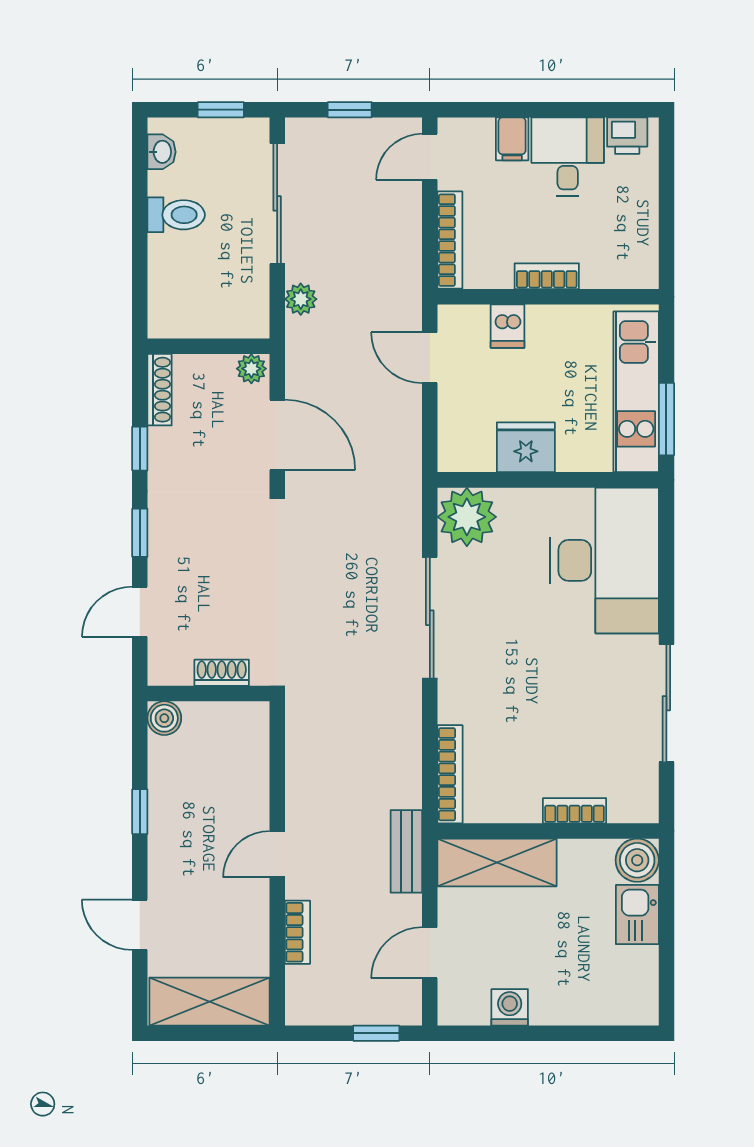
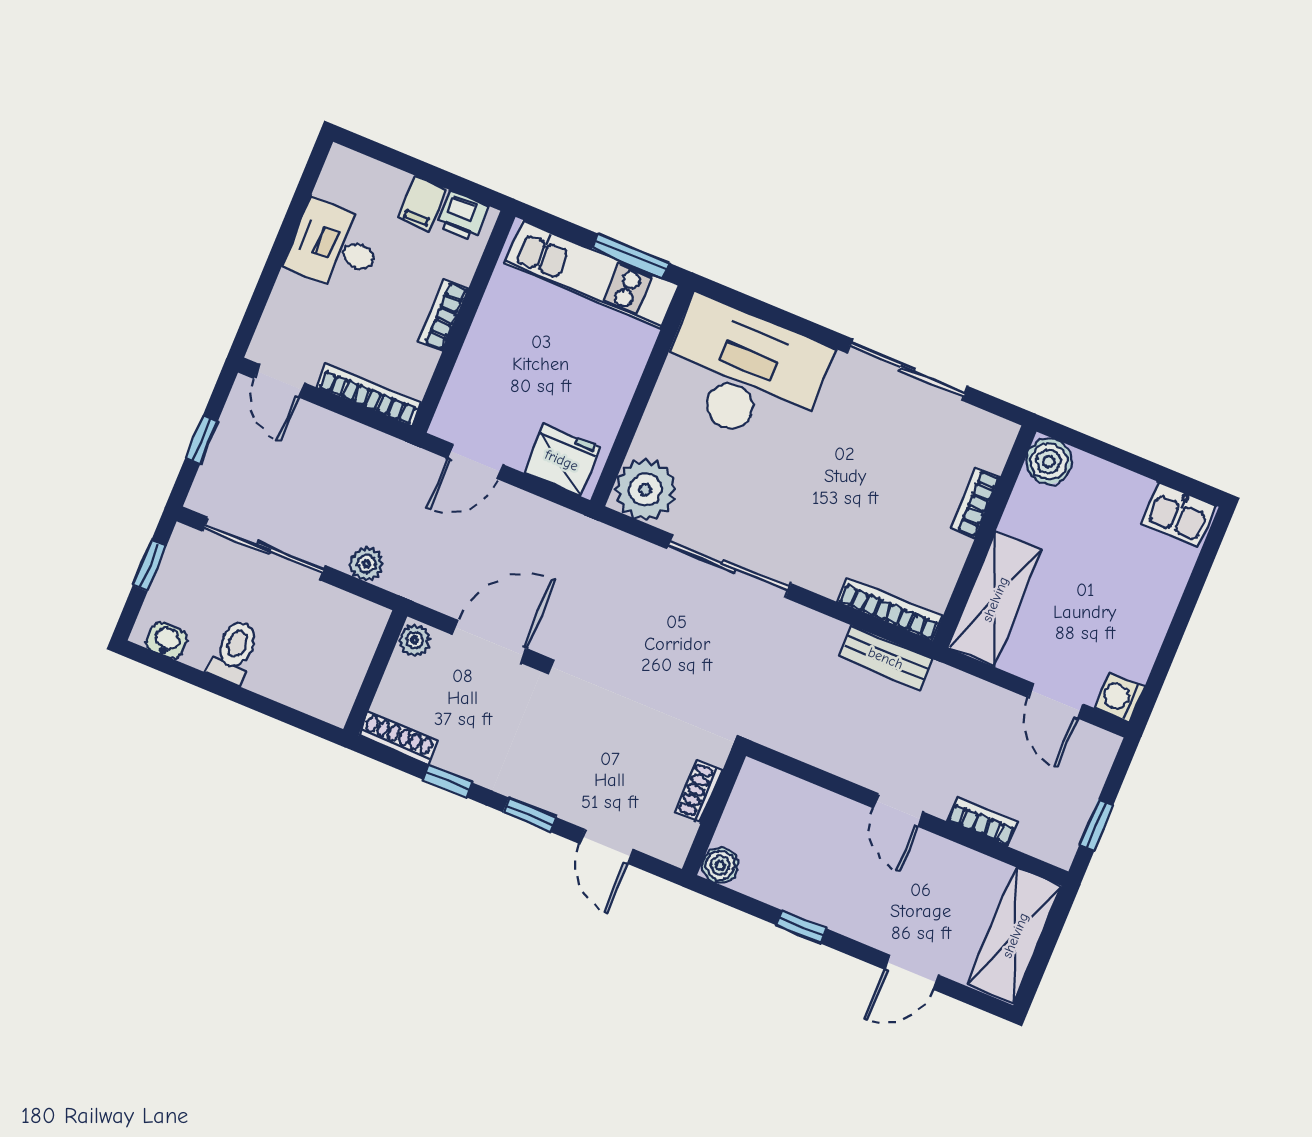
printer: (627, 136) -> (462, 216), moved, turned 90
filing cabinet: (512, 139) -> (423, 203), moved, turned 90
dishwasher: (508, 326) -> (476, 373), removed
fridge: (526, 447) -> (562, 460), moved, turned 90
bench: (406, 851) -> (886, 658), moved
kitchen sink: (637, 915) -> (1178, 515), moved
washing machine: (510, 1007) -> (1119, 697), moved
window: (376, 1033) -> (1096, 825), moved

